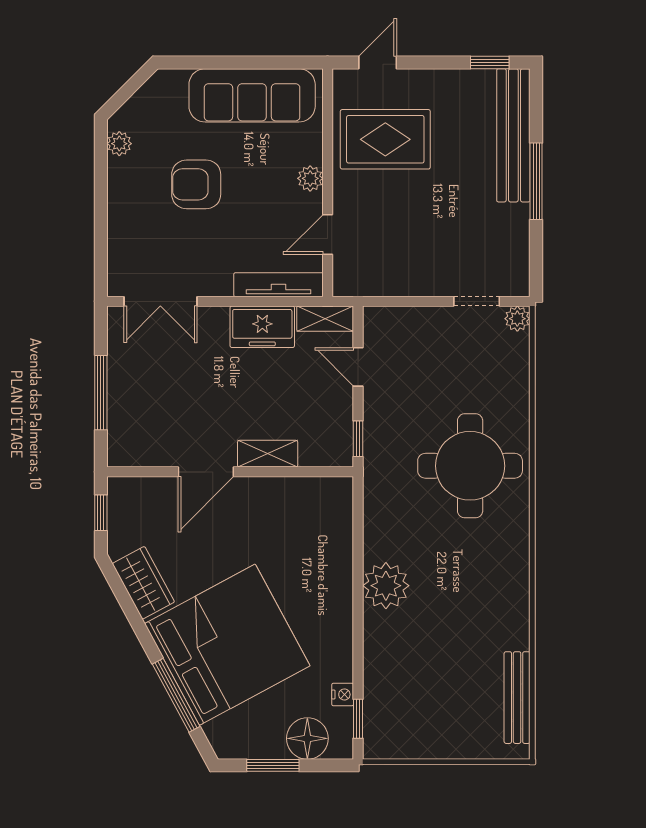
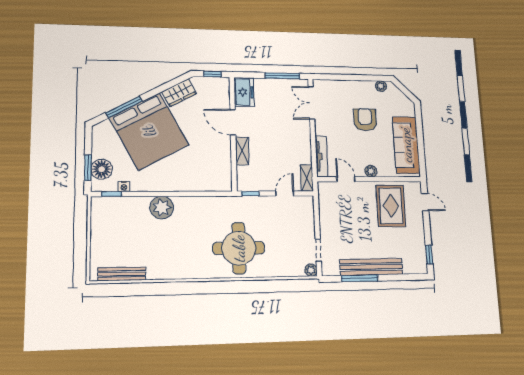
bench: (513, 135) -> (371, 267), moved
window: (536, 181) -> (360, 278), moved
freezer: (262, 327) -> (244, 92), moved, turned 180
window: (101, 393) -> (282, 76), moved
plant: (386, 586) -> (162, 208), moved
window: (273, 765) -> (88, 168), moved

